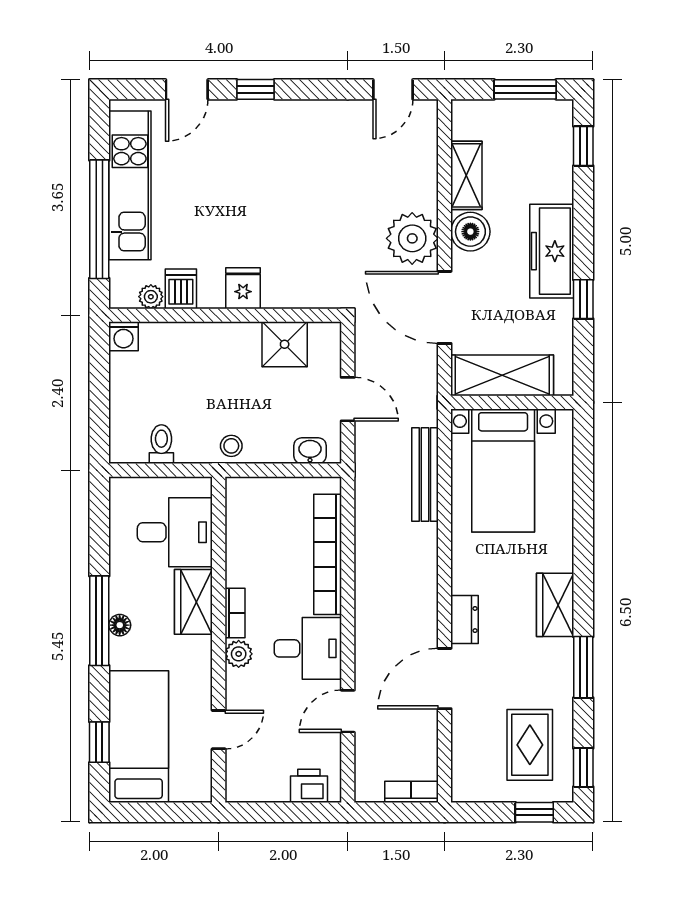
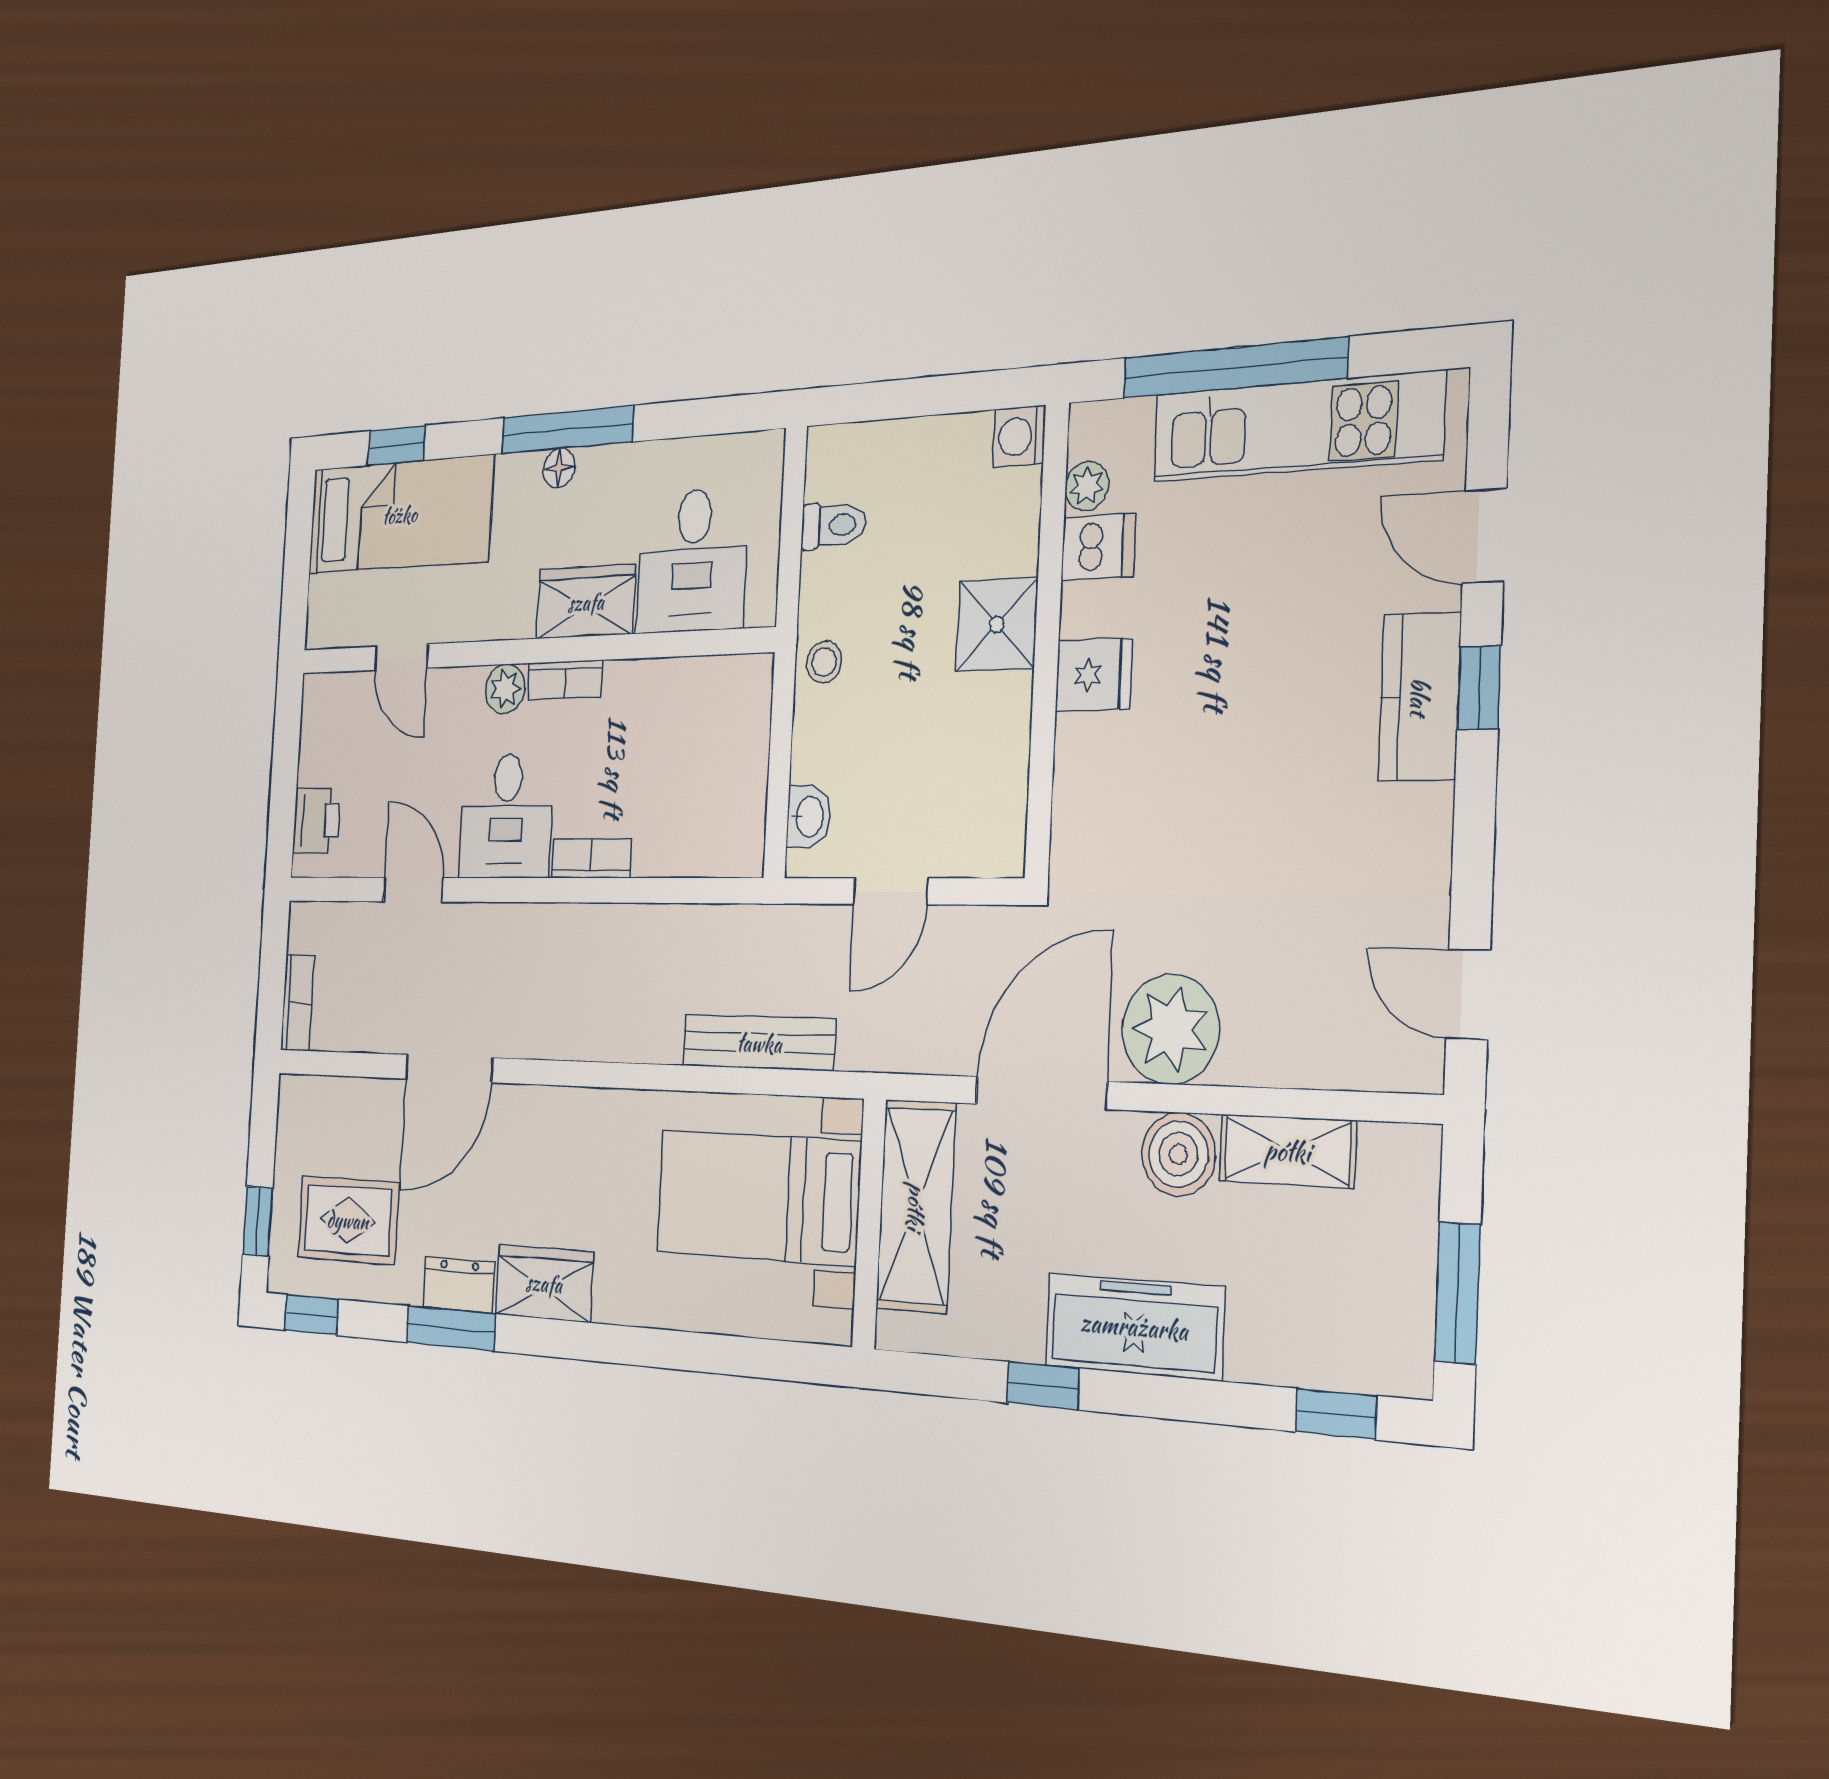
kitchen counter: (259, 118) -> (1420, 697), added
shower: (285, 344) -> (997, 624), moved
bookcase: (328, 554) -> (591, 858), width x0.43, depth x0.76
dresser: (465, 620) -> (459, 1285), moved, turned 180
door: (445, 679) -> (449, 1068), swing flipped

